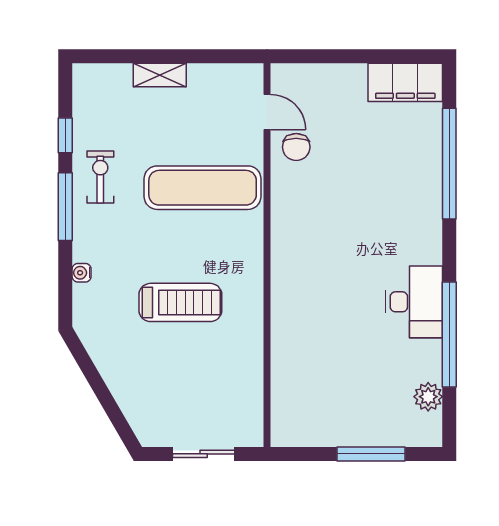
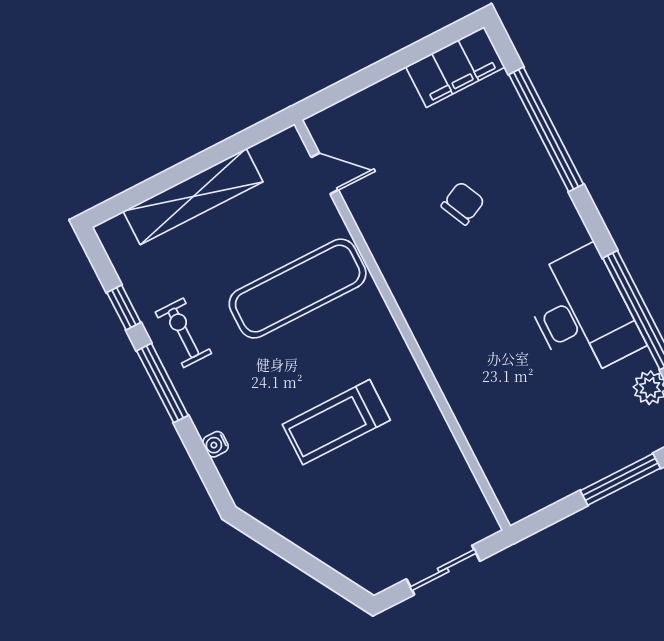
shelving: (160, 75) -> (193, 197), width x2.20, depth x1.33
chair: (296, 147) -> (463, 203), moved, turned -115
treadmill: (180, 302) -> (336, 422), turned 180
desk: (414, 302) -> (582, 313), width x1.36, depth x1.30

